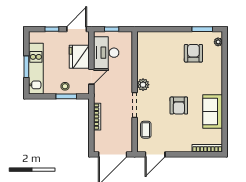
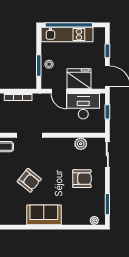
sliding door: (153, 29) -> (107, 154), added
armchair: (193, 53) -> (82, 179), moved
window: (26, 67) -> (69, 25), width x2.11
plant: (143, 85) -> (81, 144), moved
armchair: (179, 106) -> (29, 180), turned -141
sofa: (213, 112) -> (44, 215), moved

